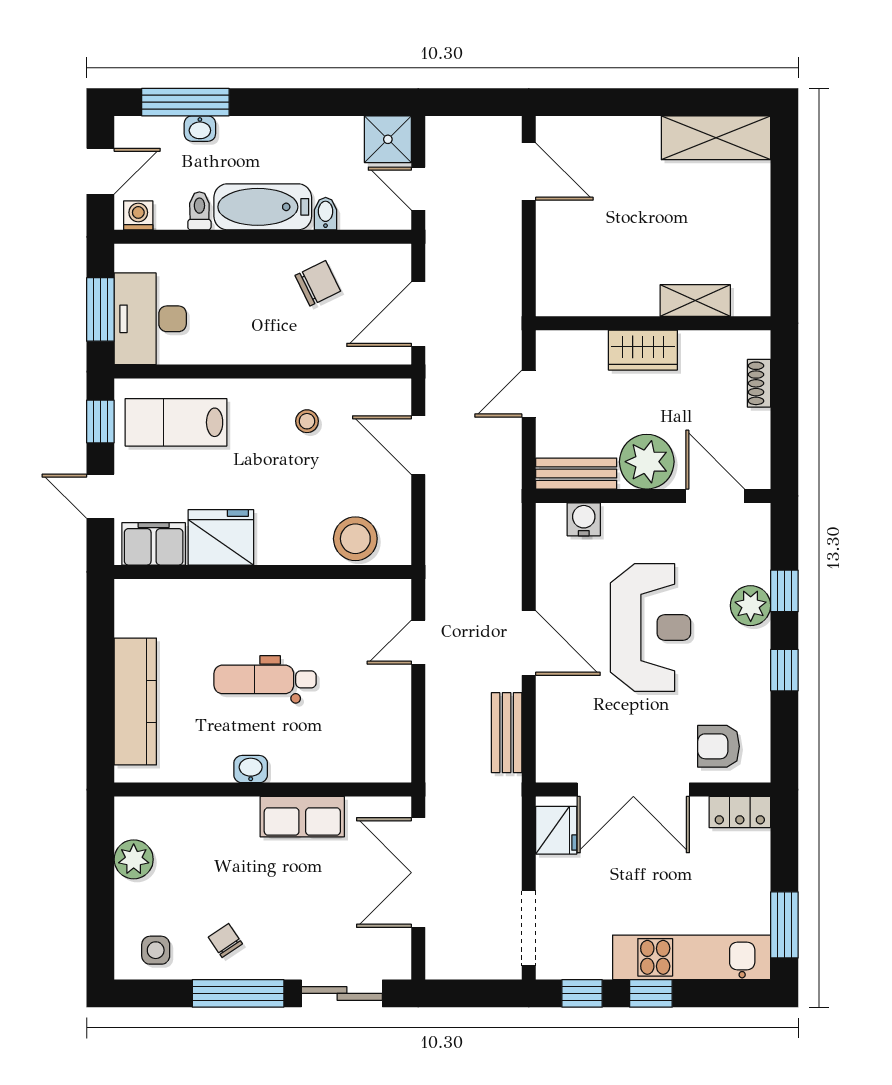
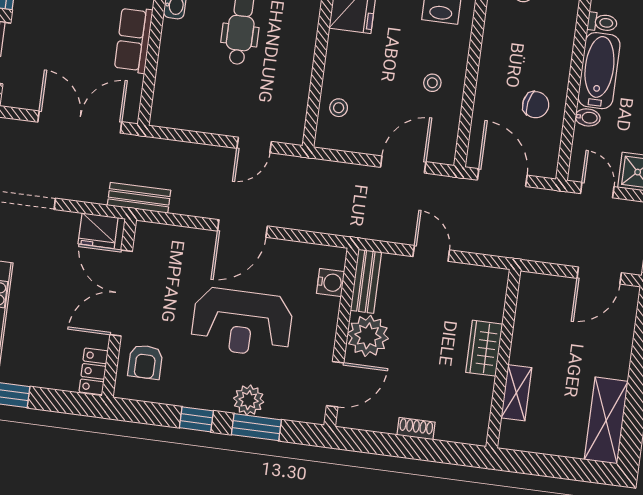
door: (418, 189) -> (597, 190), hinge flipped
chair: (318, 283) -> (536, 105), turned -53
shelving: (695, 300) -> (516, 393), moved
wall: (653, 323) -> (503, 359), moved
wardrobe: (643, 350) -> (484, 348), moved
stool: (355, 539) -> (339, 108), width x0.53, depth x0.53
window: (784, 591) -> (256, 427), width x1.50
door: (418, 642) -> (254, 145), swing flipped
bench: (507, 733) -> (139, 198), moved
armchair: (719, 746) -> (145, 362), turned 180

